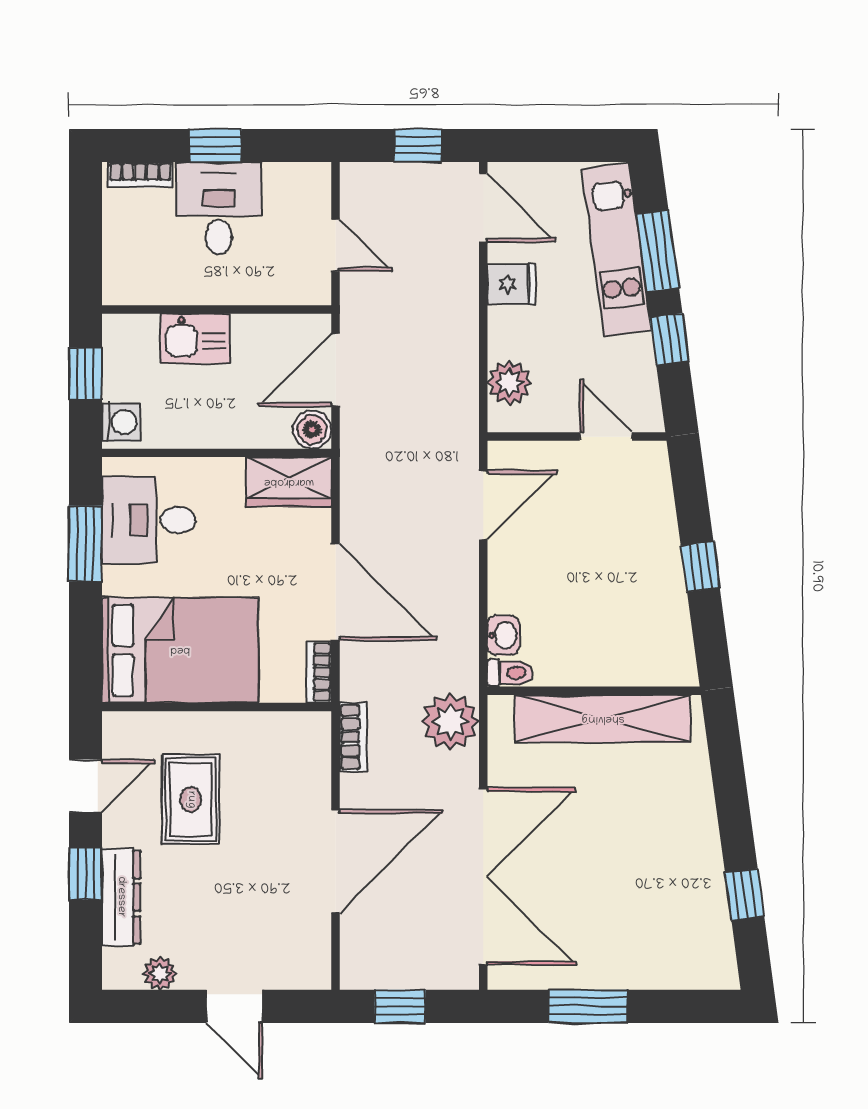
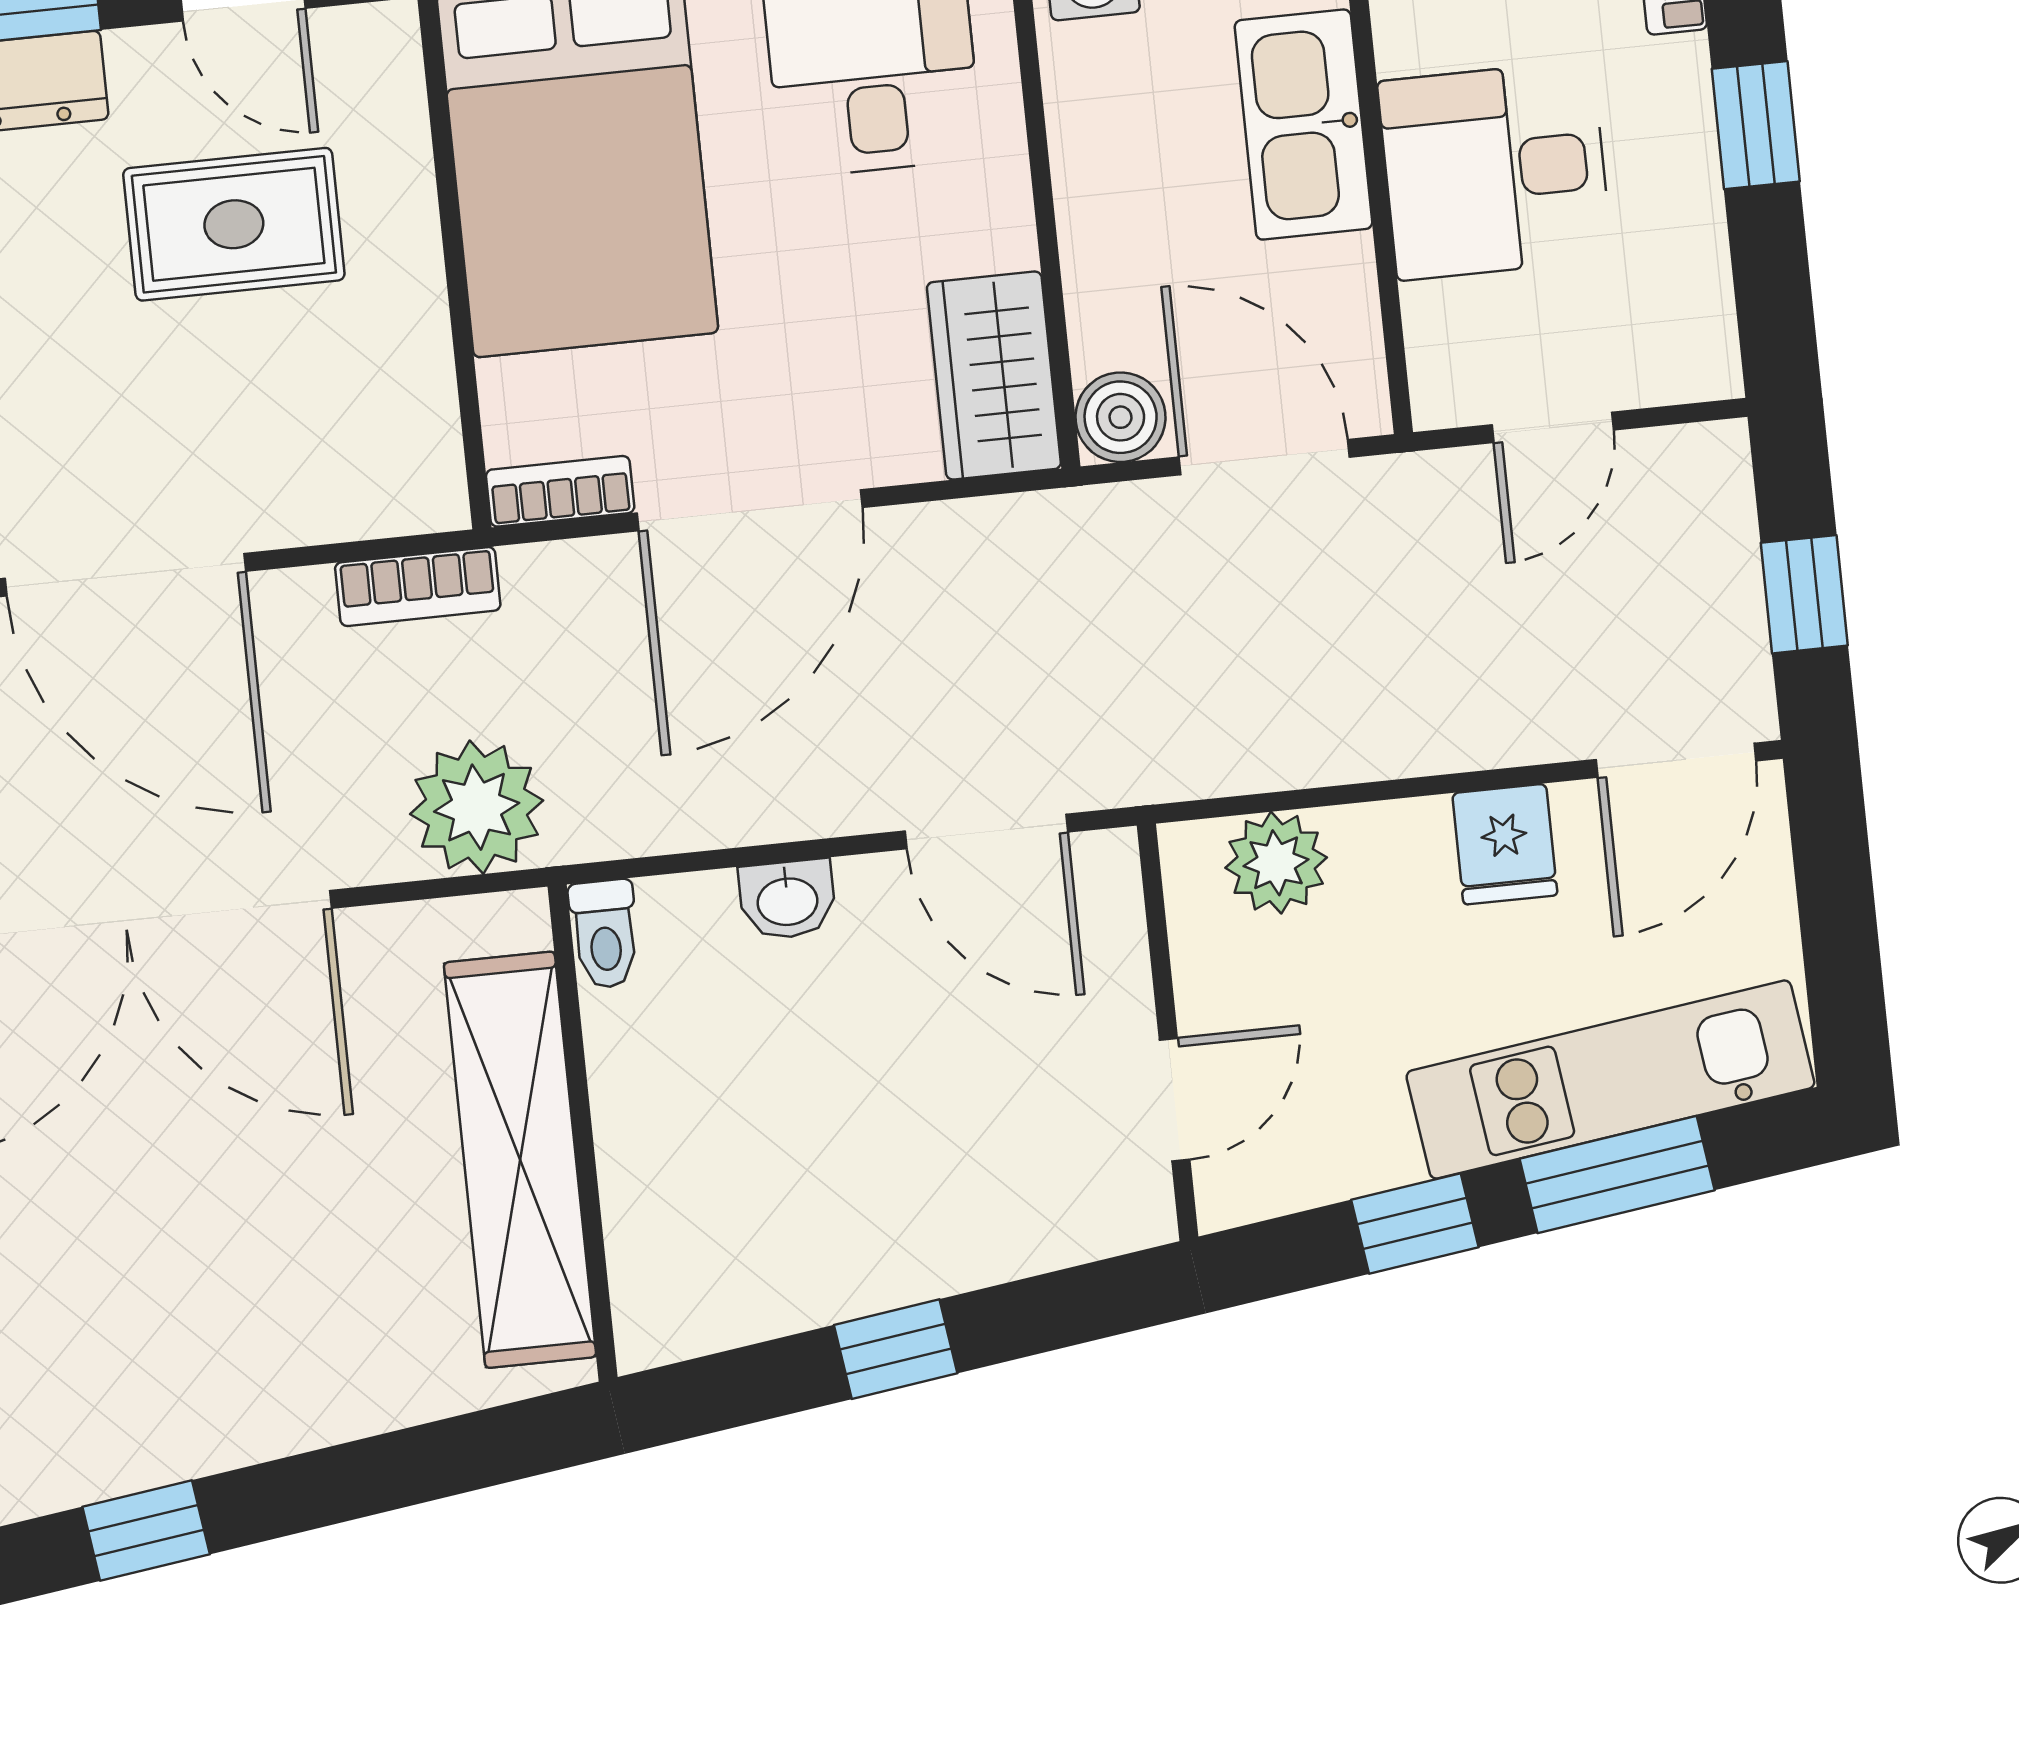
desk: (219, 208) -> (1495, 170), moved, turned 180
kitchen sink: (195, 338) -> (1303, 125), width x1.38
washbasin: (503, 635) -> (787, 899), moved

